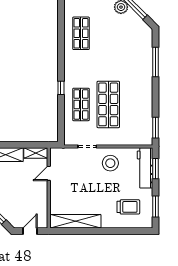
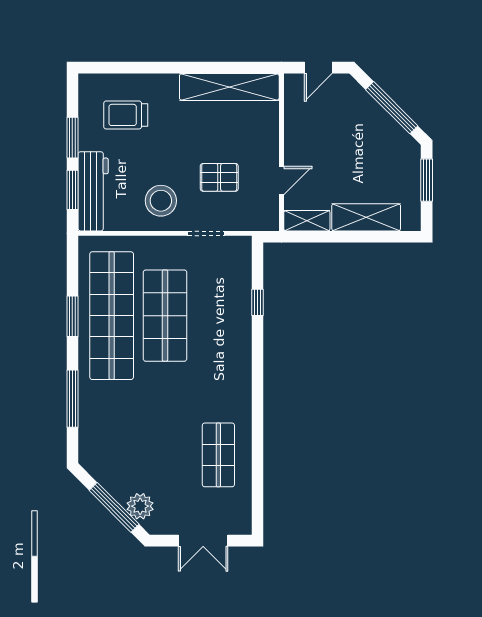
window: (61, 88) -> (258, 302), moved
shop shelf: (81, 104) -> (112, 316), moved, width x2.00, depth x1.36
window: (156, 128) -> (72, 316), moved
pallet: (81, 175) -> (219, 177), added
window: (156, 206) -> (72, 138), moved

